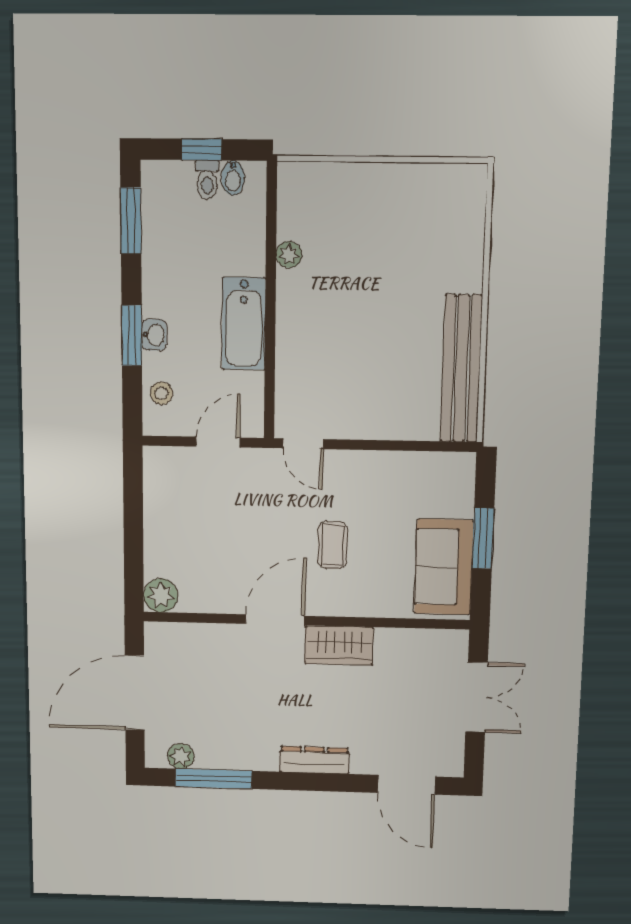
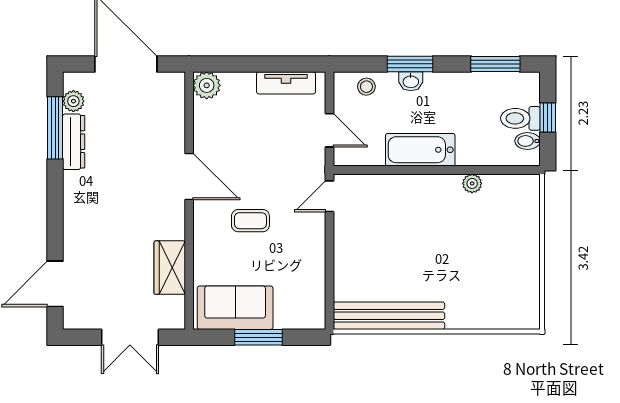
toilet: (207, 180) -> (520, 118), width x1.37, depth x1.39
tv unit: (157, 496) -> (286, 83), added
wardrobe: (339, 645) -> (170, 268), moved
dresser: (314, 760) -> (74, 142), moved

